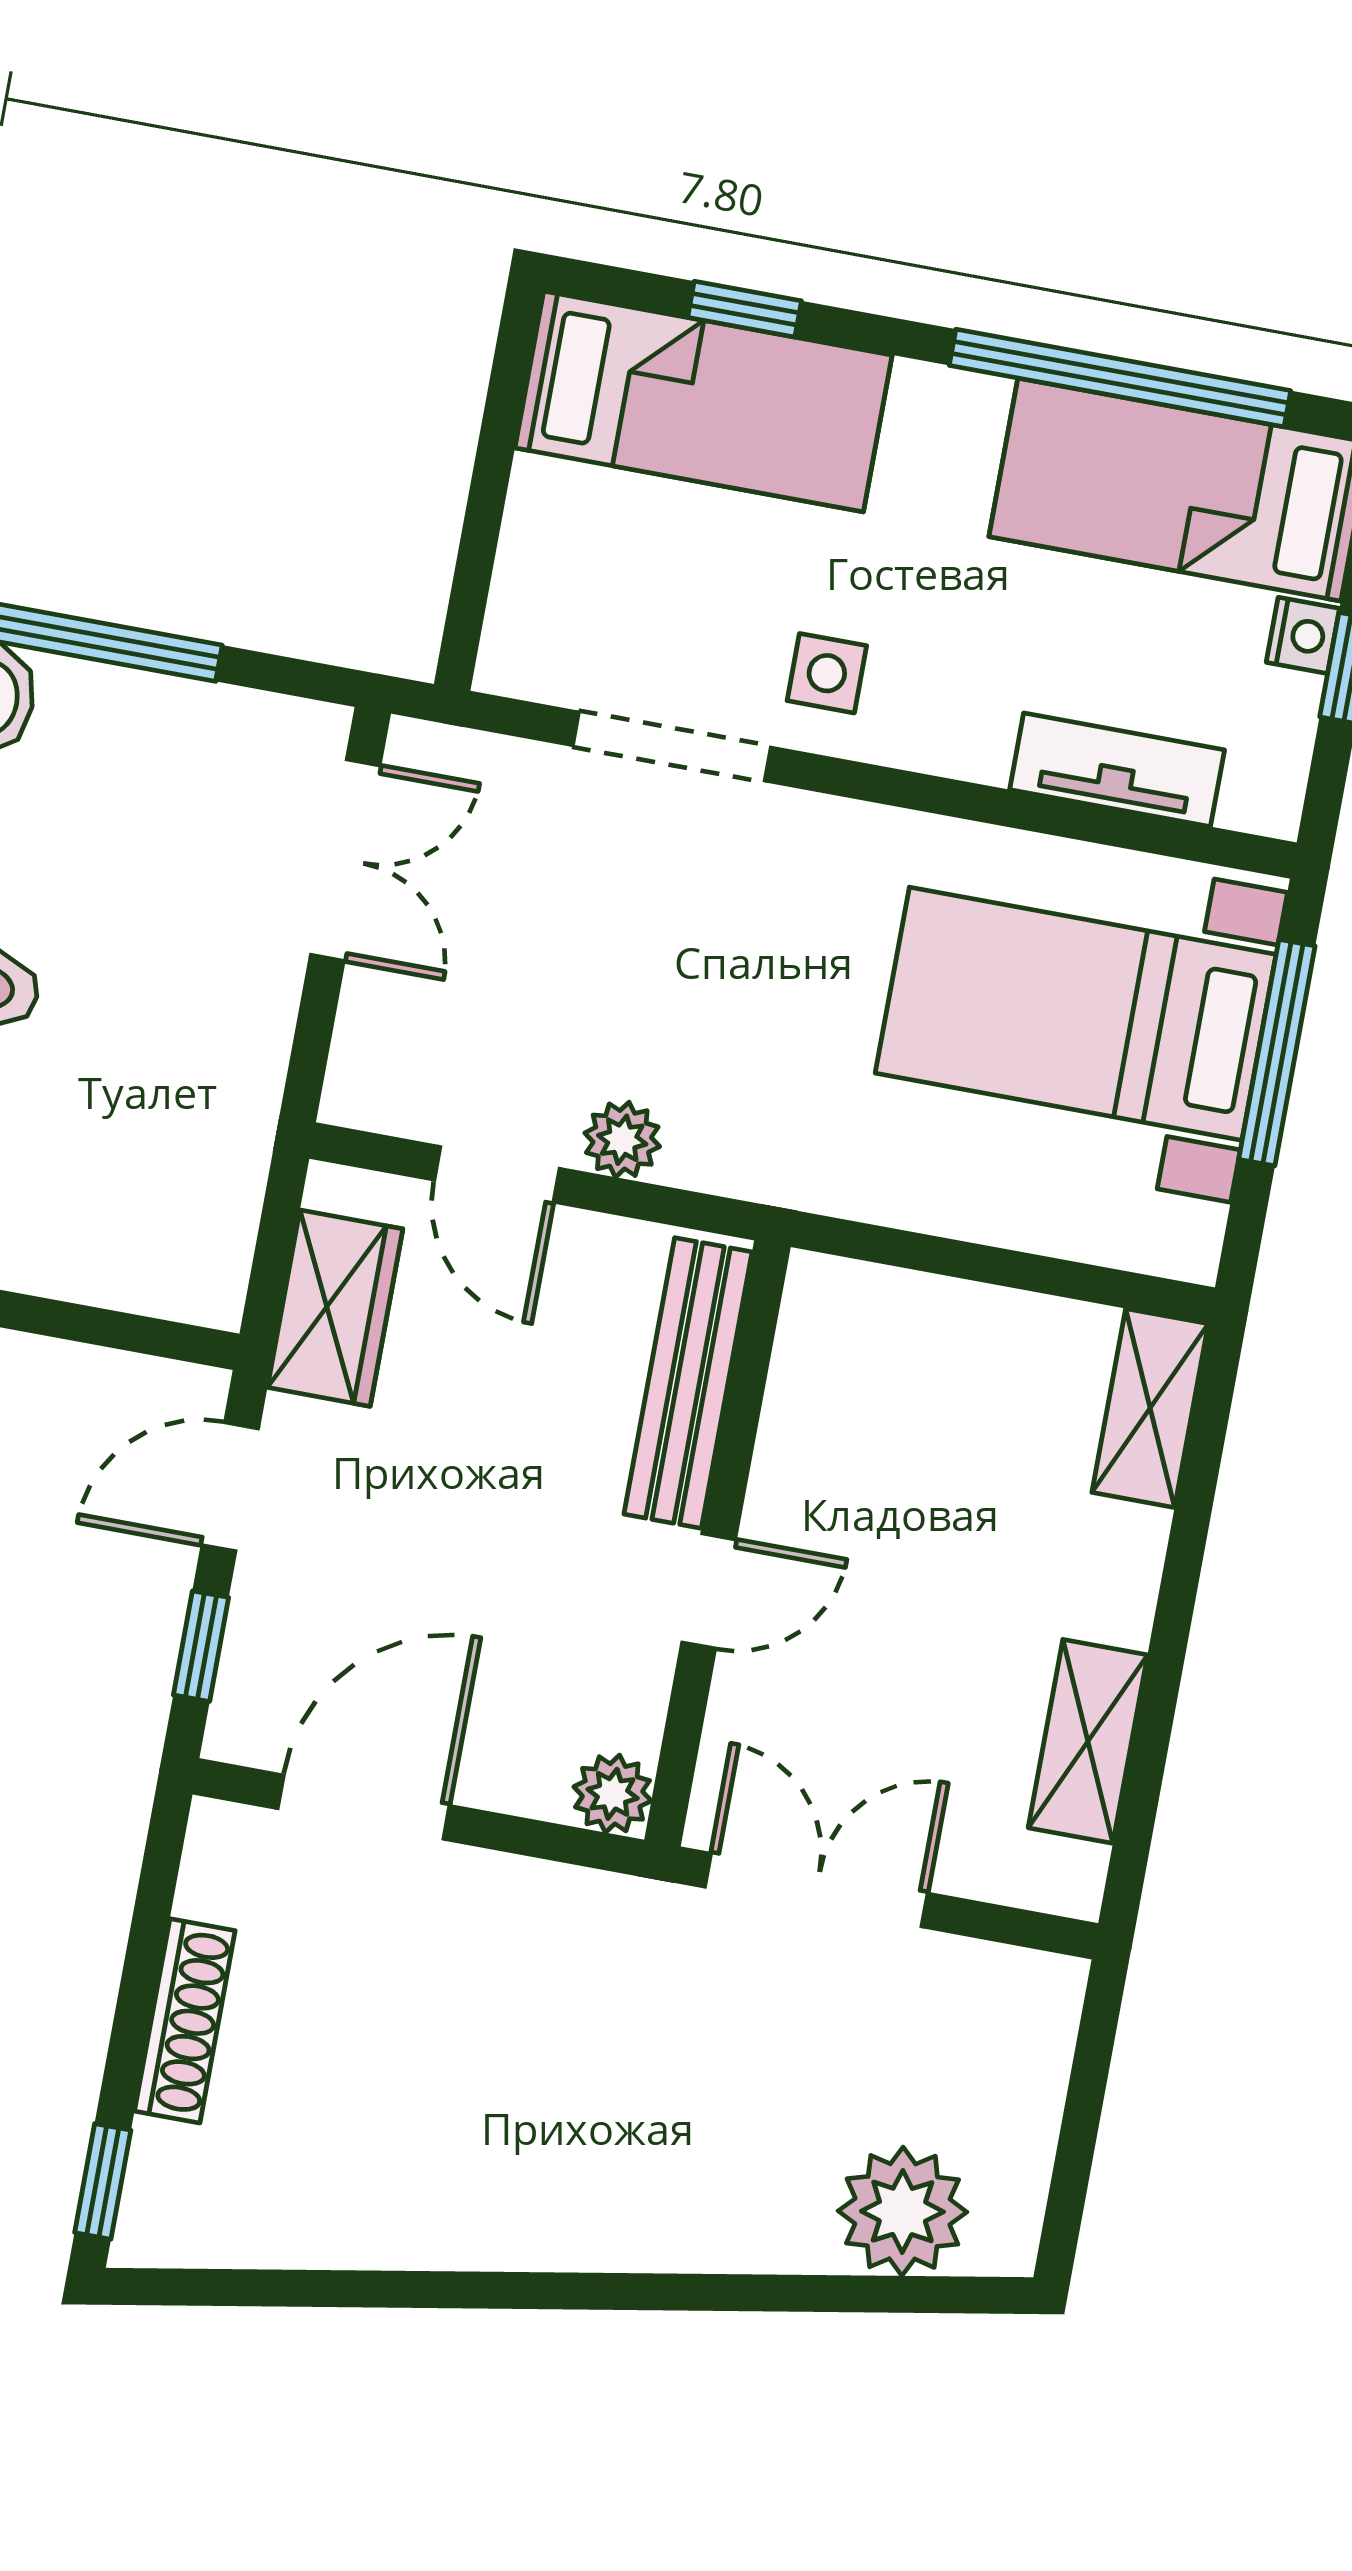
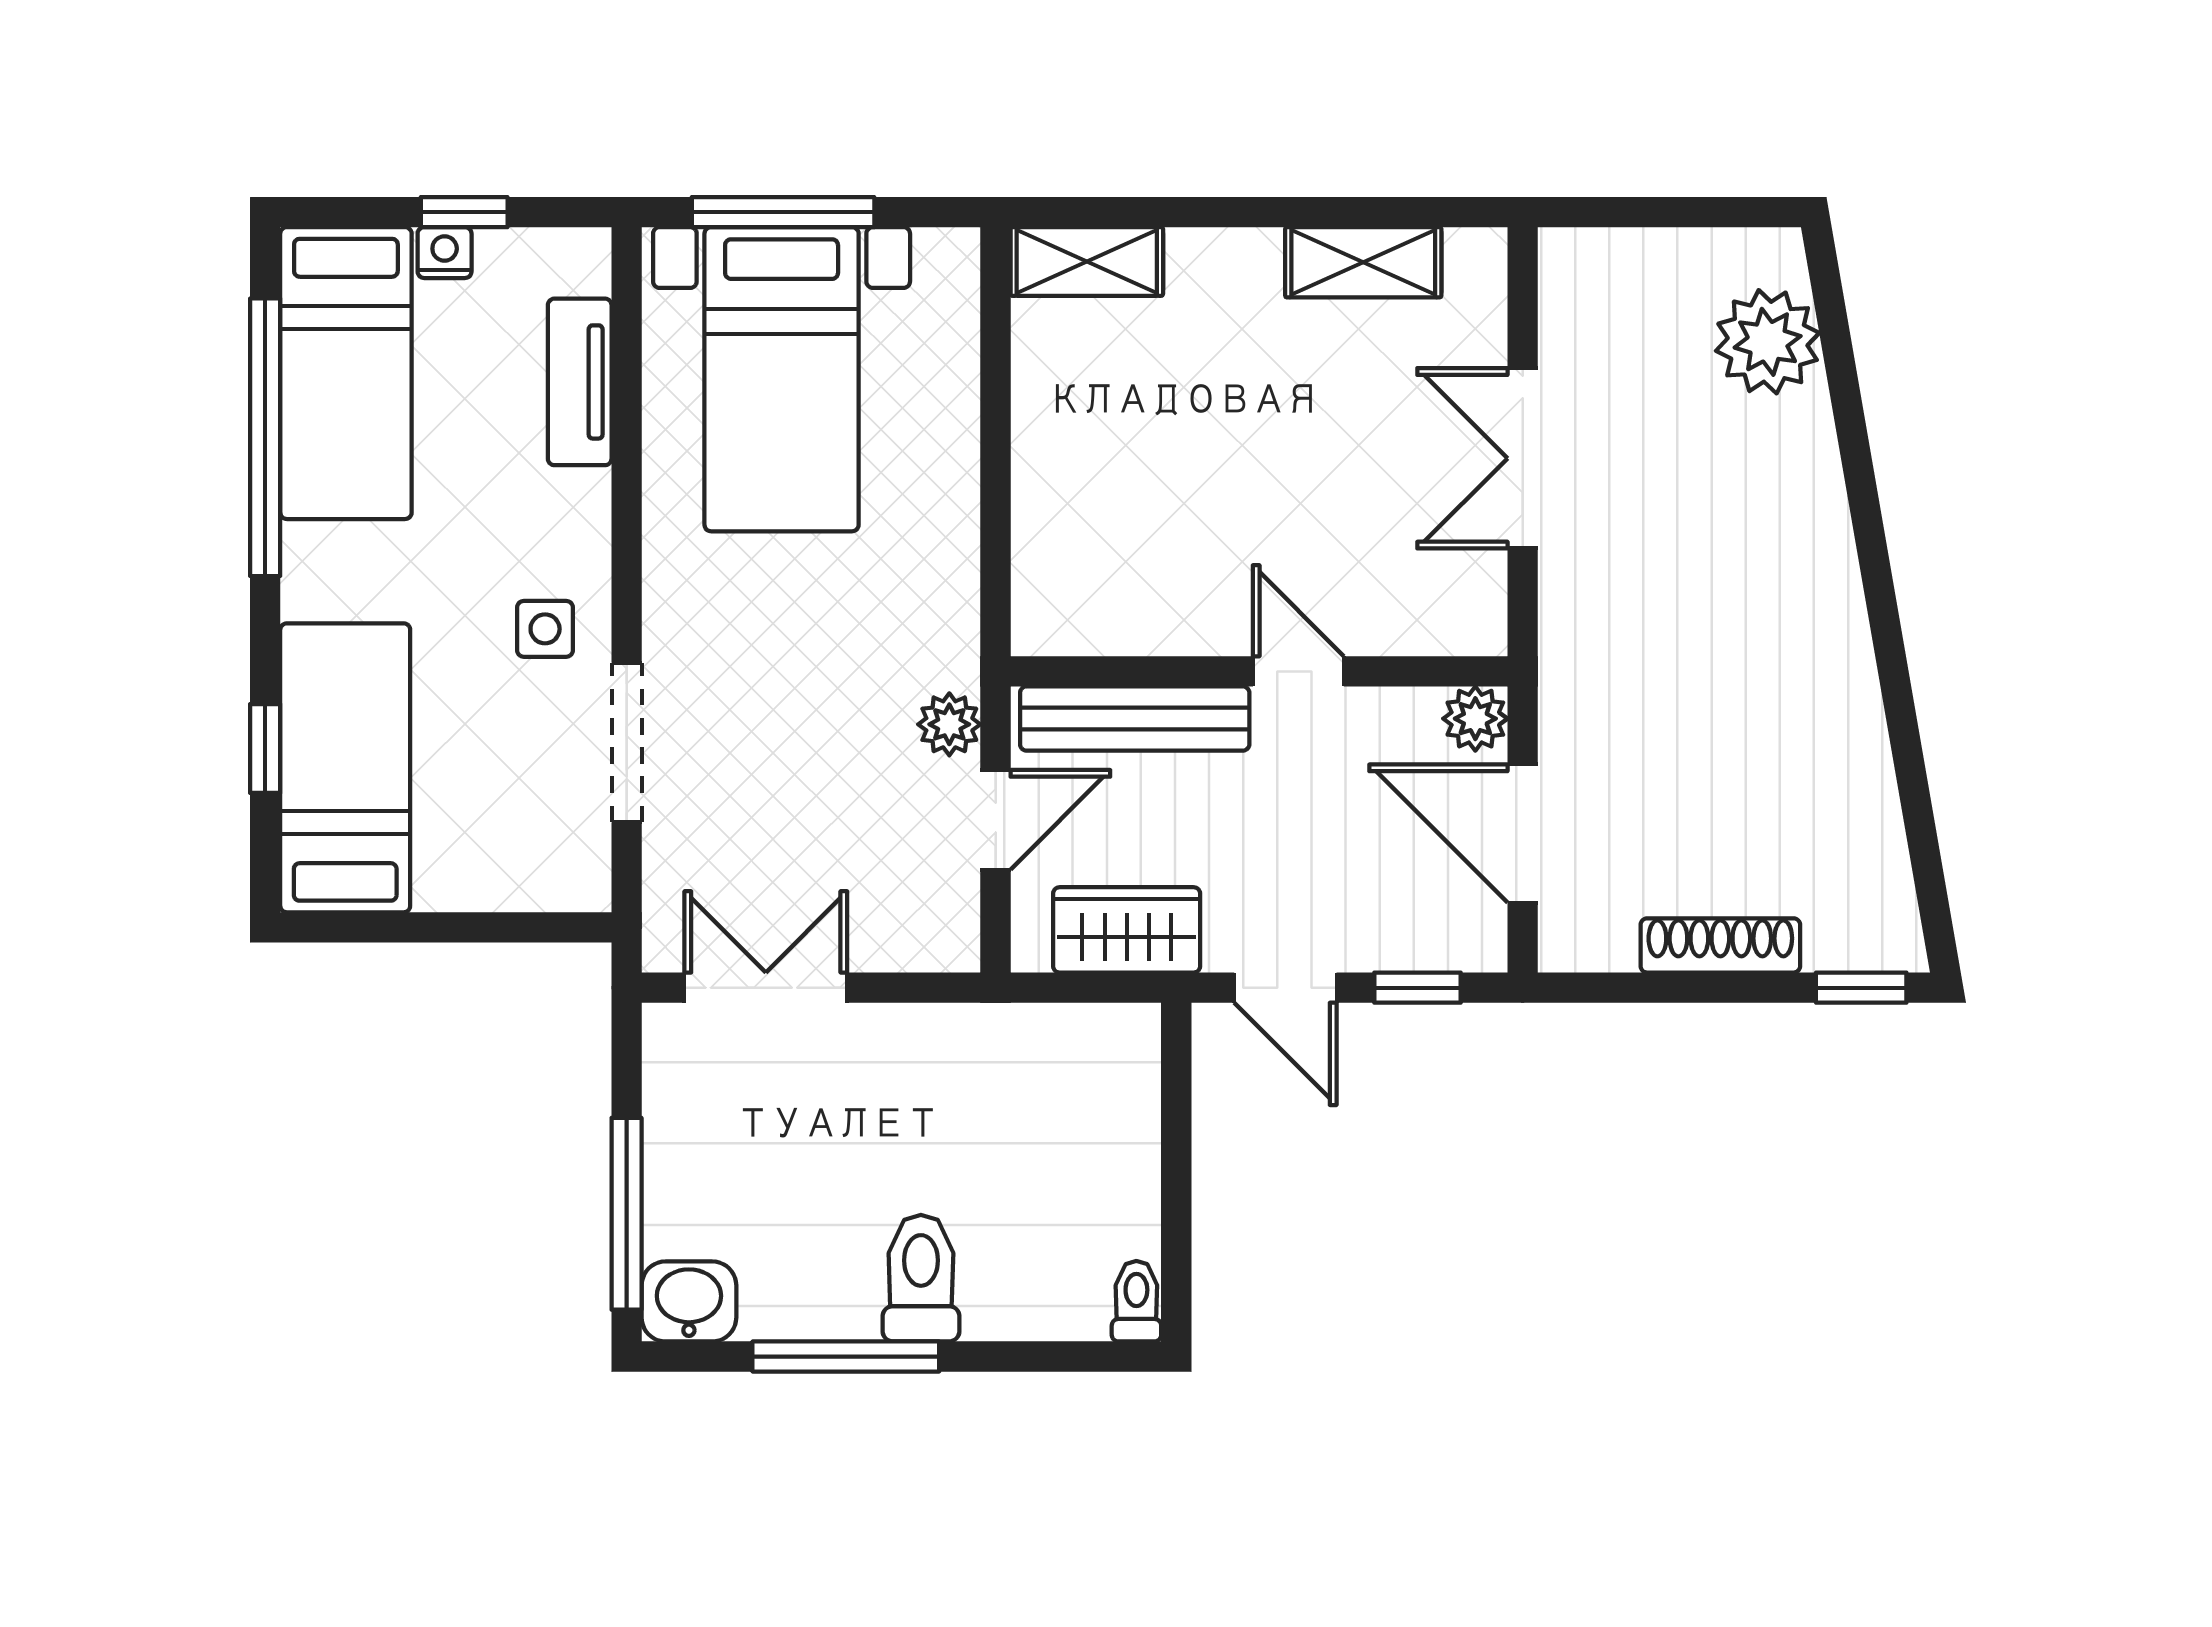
bench: (688, 1383) -> (1135, 719), moved
wall: (717, 1543) -> (1259, 671), moved
door: (709, 1591) -> (1298, 671), moved
plant: (613, 1794) -> (1475, 719), moved

